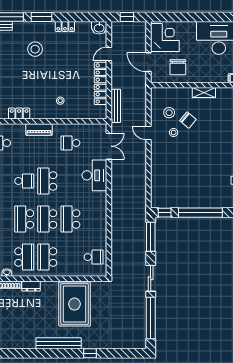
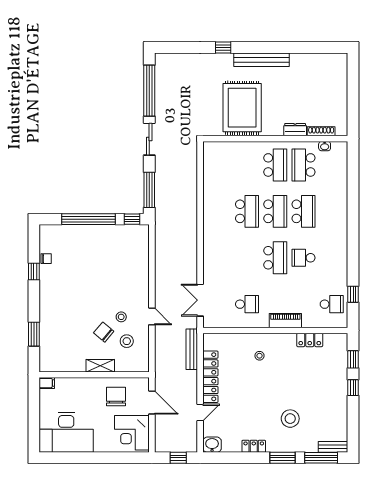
shelving: (204, 92) -> (100, 366), moved
desk: (94, 175) -> (218, 265), removed
school desk: (94, 257) -> (219, 165), removed

